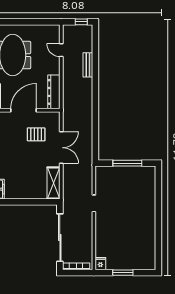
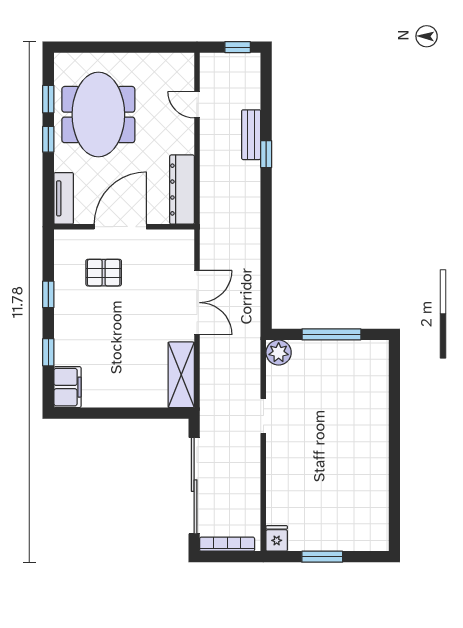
window: (95, 75) -> (266, 154), added
pallet: (36, 134) -> (104, 273), moved
plant: (101, 172) -> (279, 353), added

